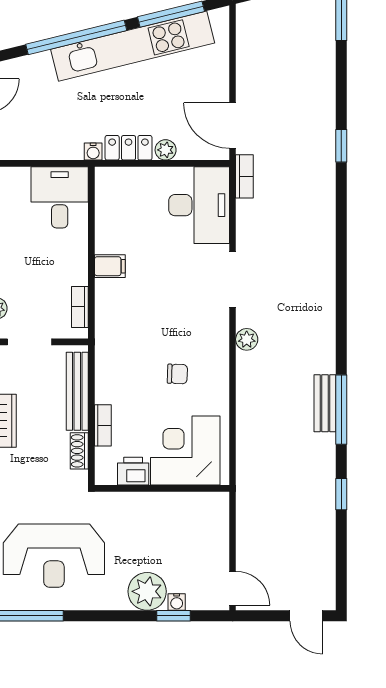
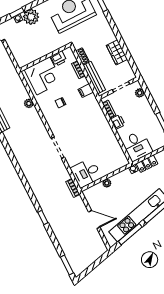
door: (233, 126) -> (94, 219), moved
locker: (129, 148) -> (147, 164), moved
desk: (199, 205) -> (86, 173), width x0.73
filing cabinet: (110, 266) -> (86, 91), moved
printer: (75, 270) -> (118, 122), added
plant: (247, 339) -> (29, 103), moved

